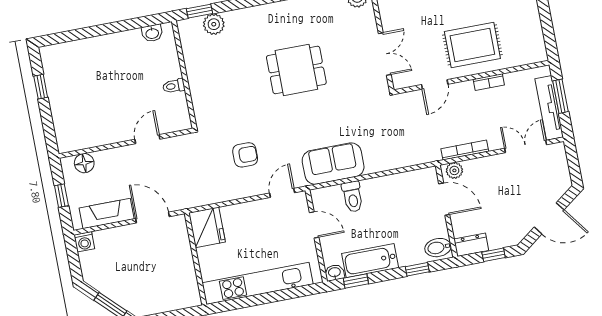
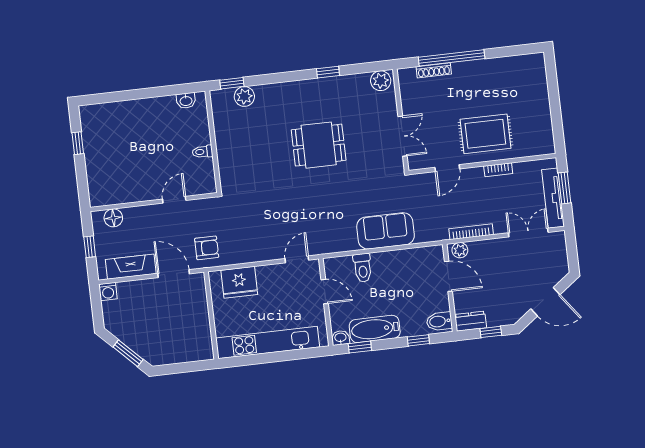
armchair: (245, 155) -> (207, 248), moved
sofa: (333, 164) -> (386, 231), moved
fridge: (207, 227) -> (239, 282), moved, turned 90

